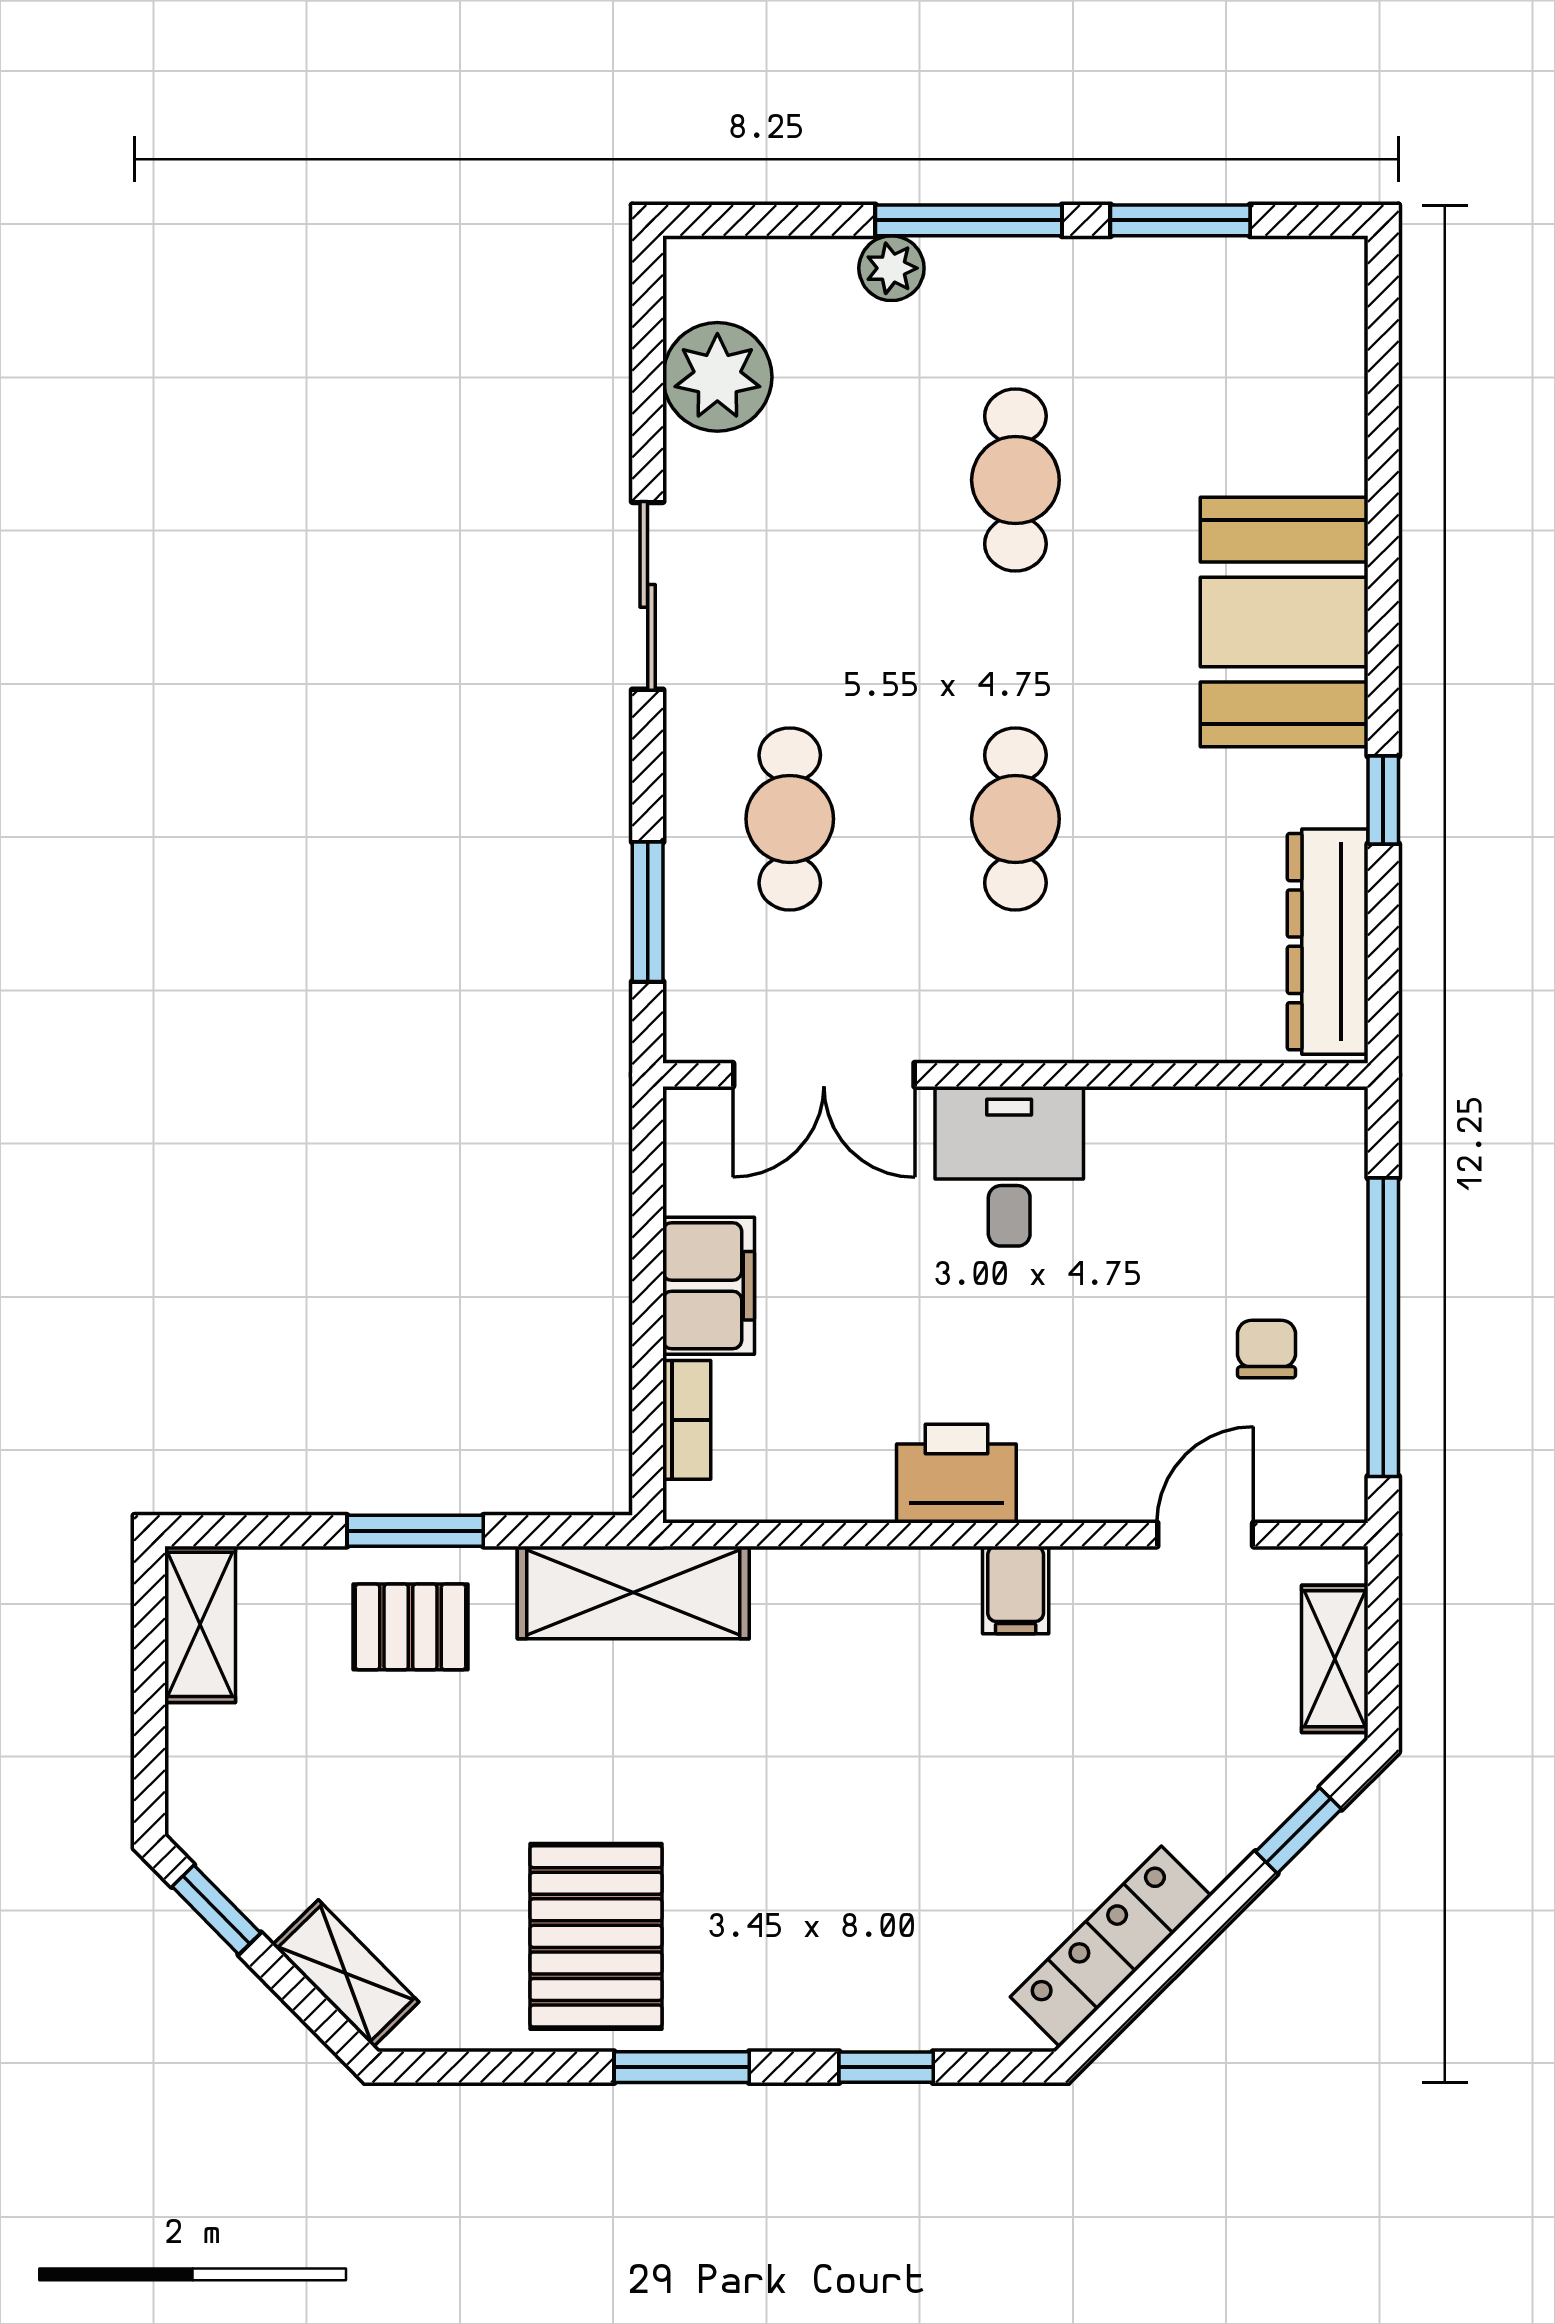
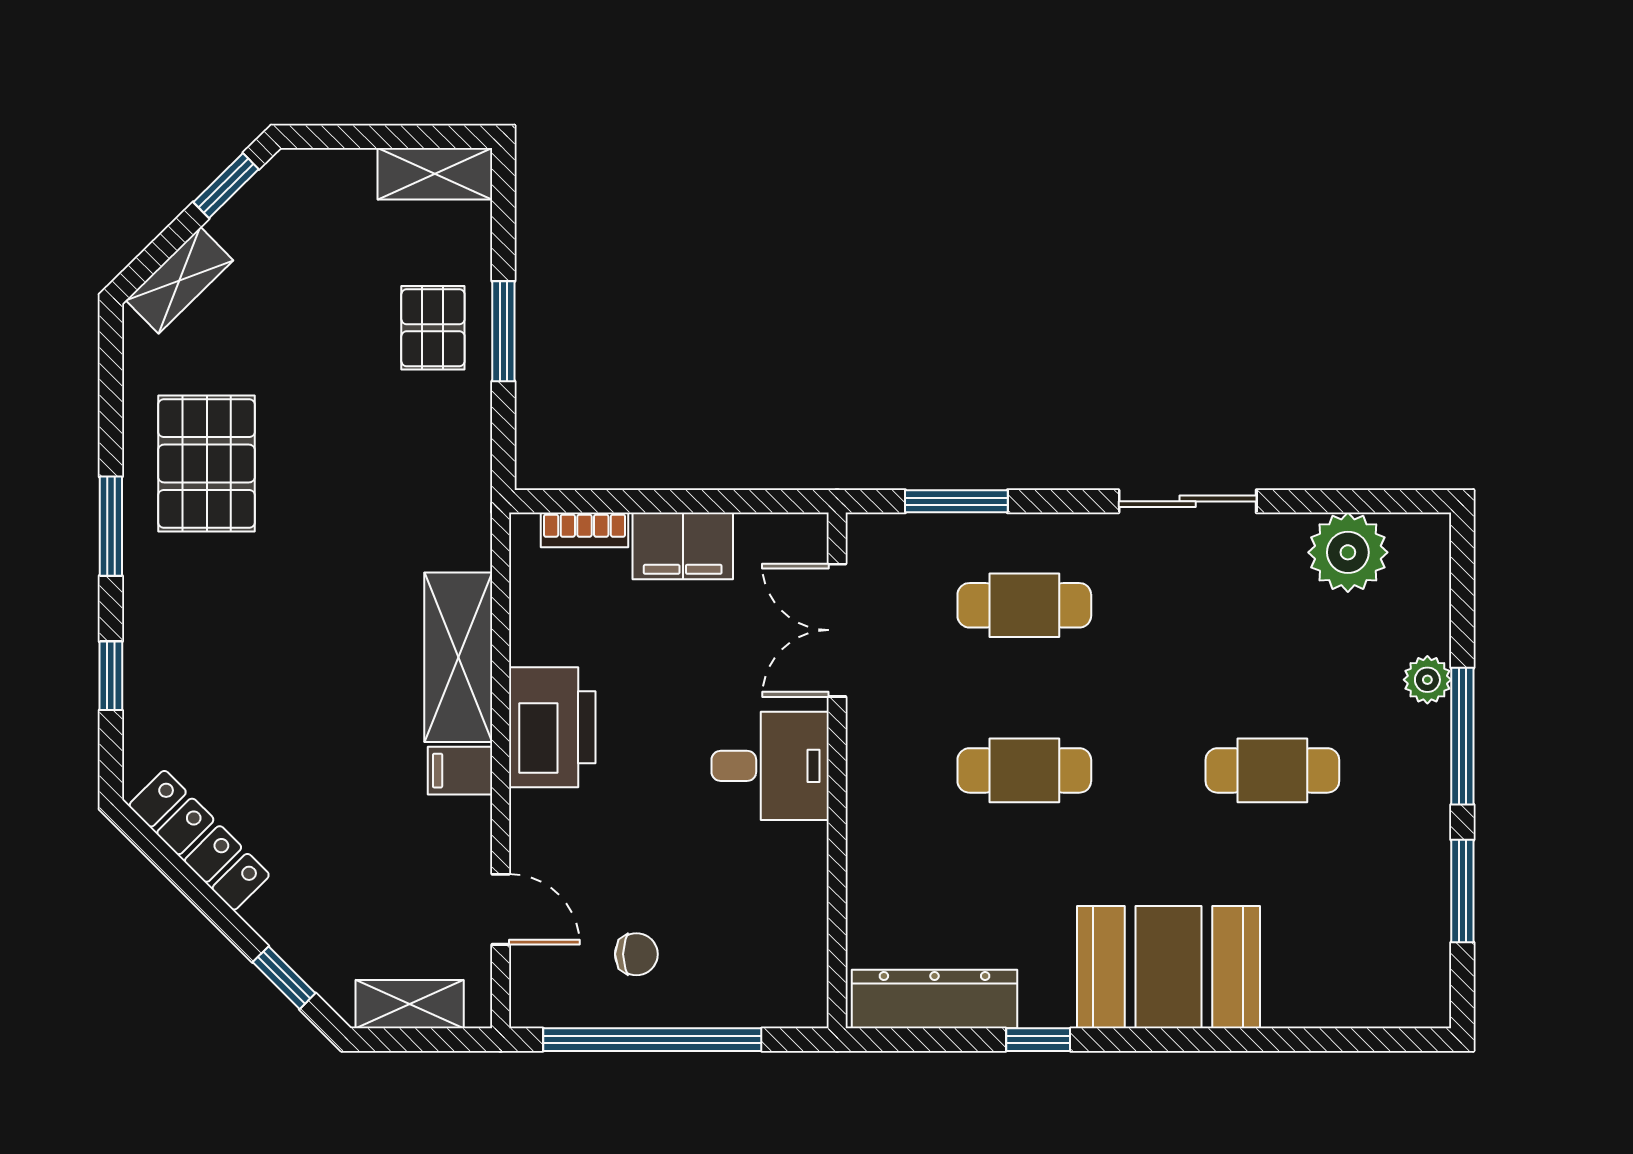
printer: (956, 1474) -> (552, 727), width x1.37, depth x1.19
shelving: (633, 1592) -> (458, 657), moved
pallet: (596, 1936) -> (207, 464), turned 90

